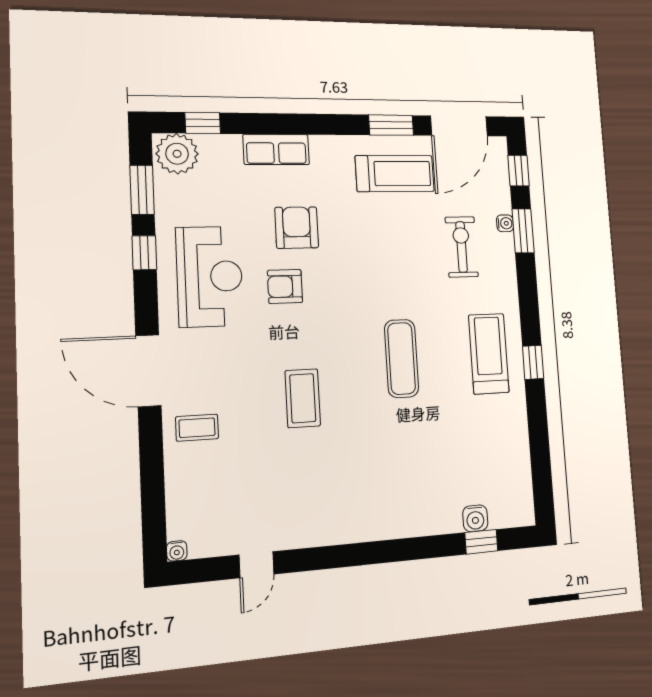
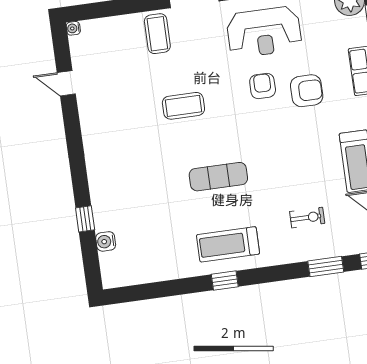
water cooler: (505, 223) -> (330, 251), removed
exercise bike: (462, 247) -> (307, 217), width x0.73, depth x0.72
treadmill: (489, 354) -> (228, 244), turned 180
coffee table: (197, 428) -> (157, 34), width x1.36, depth x1.30
window: (481, 542) -> (85, 219), moved

